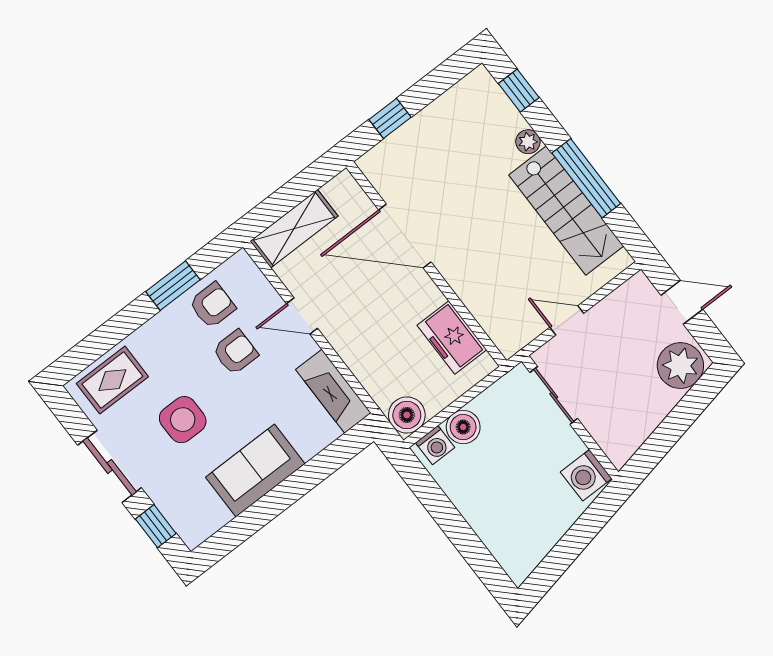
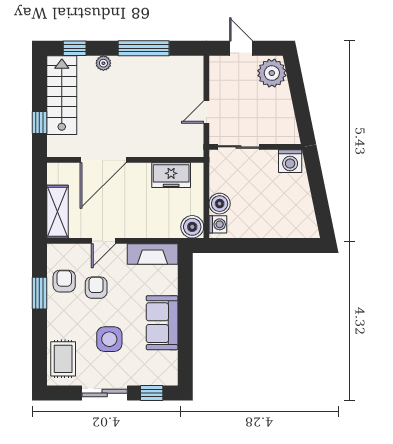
stairs: (566, 211) -> (62, 95), moved, turned -90
door: (682, 302) -> (241, 48), hinge flipped

